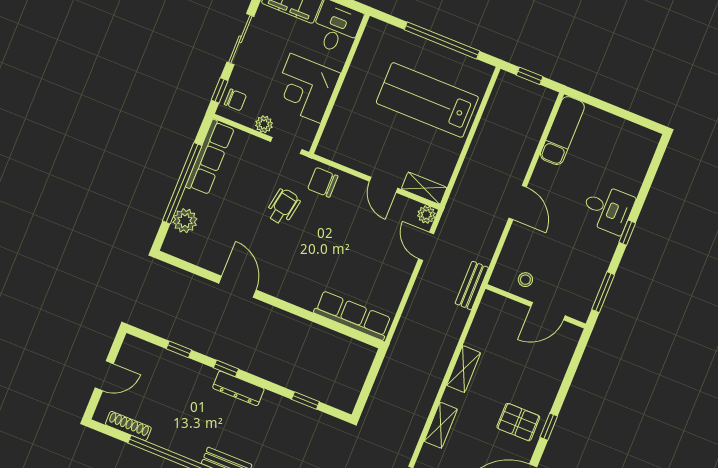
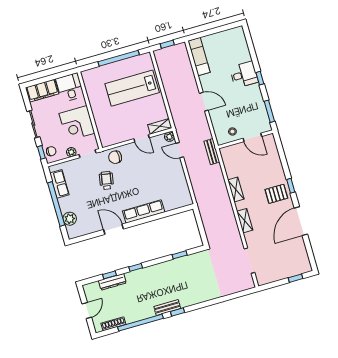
row of seats: (210, 157) -> (59, 184), width x0.68
door: (548, 311) -> (252, 137), hinge flipped
row of seats: (353, 316) -> (144, 212), moved
dresser: (238, 388) -> (112, 282), moved

